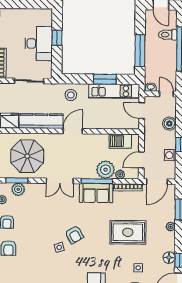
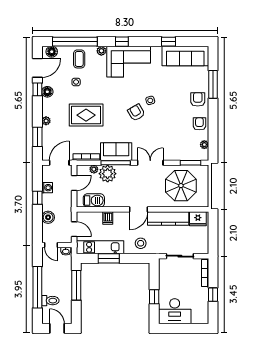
desk: (39, 43) -> (175, 311), moved, turned -90
dishwasher: (106, 122) -> (108, 218), added
plant: (18, 189) -> (189, 154), removed

